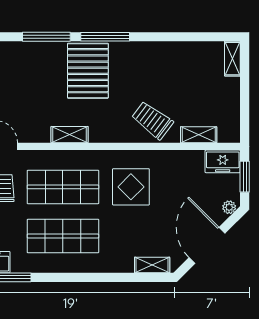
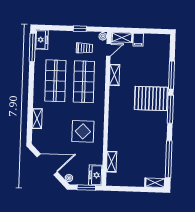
window: (191, 37) -> (169, 159), added
trolley: (152, 120) -> (121, 135), removed
shelving: (70, 135) -> (115, 75), moved
display table: (131, 187) -> (83, 131), moved
shelving: (152, 265) -> (37, 119), moved

